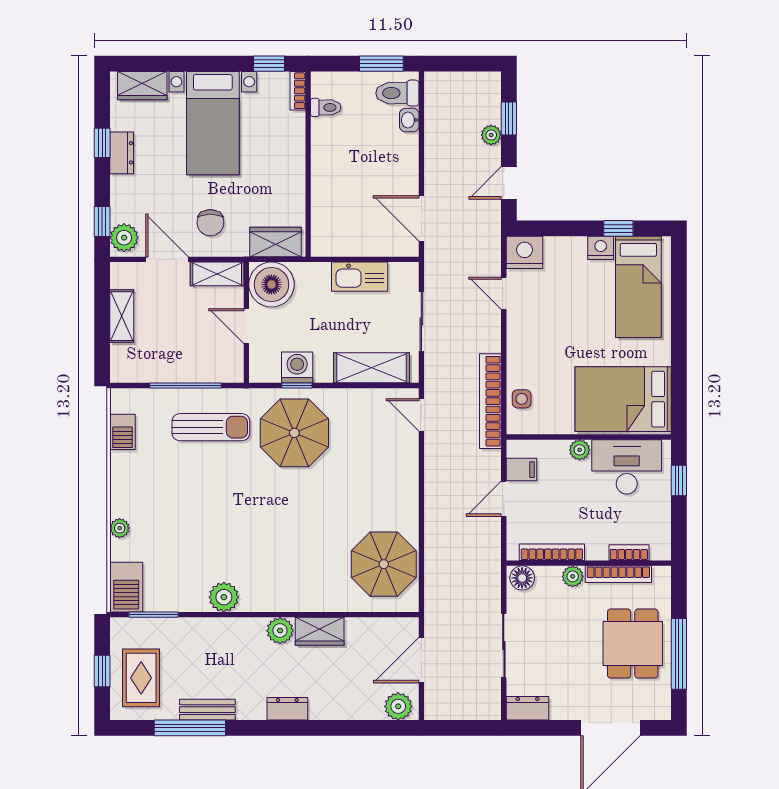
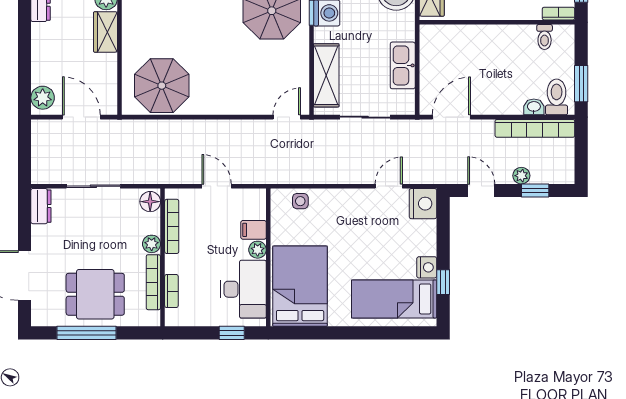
bookcase: (490, 401) -> (535, 128), moved, turned 180
filing cabinet: (521, 470) -> (254, 230), moved, turned 90

